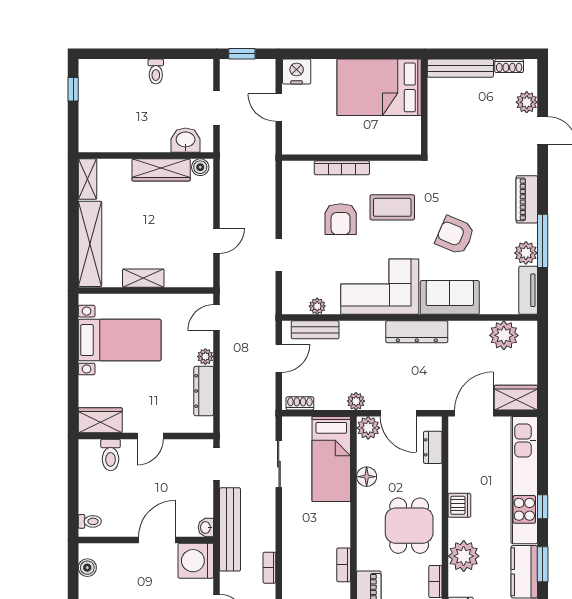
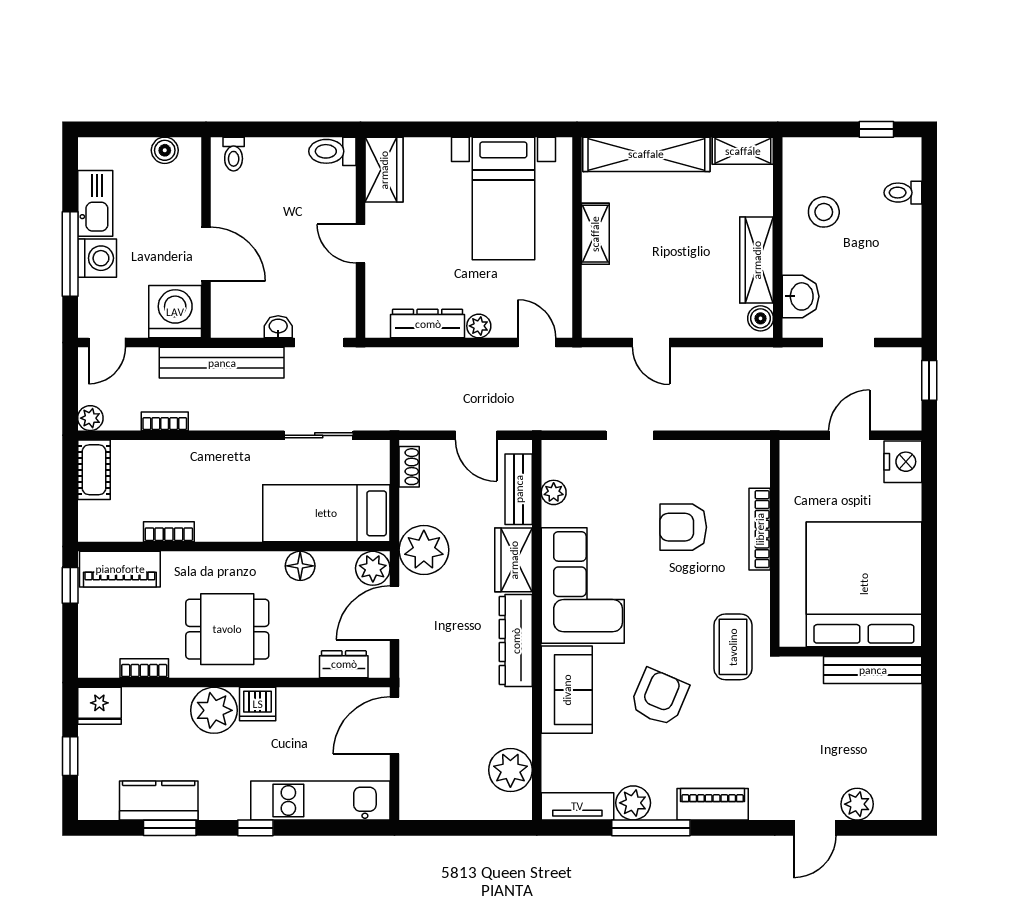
shoe rack: (509, 66) -> (911, 778), removed
bench: (460, 68) -> (873, 670), moved, turned 90
toilet: (156, 71) -> (903, 193), moved
bed: (379, 87) -> (864, 584), width x1.36
stool: (129, 125) -> (824, 212), added
coffee table: (392, 207) -> (733, 647), moved
wardrobe: (516, 398) -> (514, 560), moved, turned 180
plant: (356, 401) -> (424, 550), width x1.87, depth x1.87
door: (474, 413) -> (395, 725), swing flipped
toilet: (111, 455) -> (332, 151), moved
kitchen unit: (524, 480) -> (320, 800), width x0.73
washbasin: (206, 527) -> (278, 327), moved
plant: (464, 556) -> (214, 710), moved

